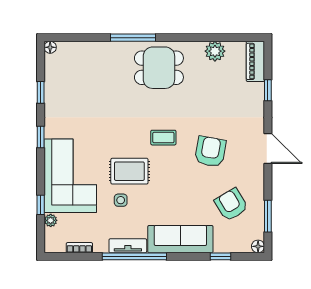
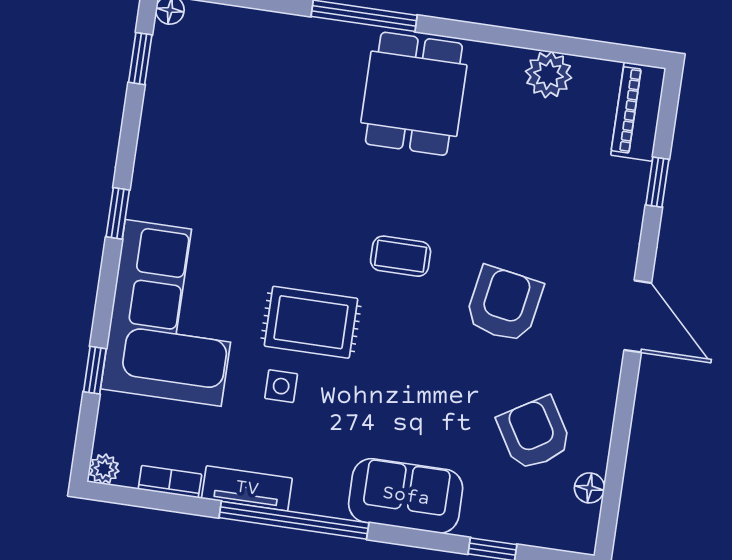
dining table: (159, 68) -> (414, 94), turned 90
window: (41, 92) -> (140, 59), moved
window: (268, 216) -> (615, 472), removed
plant: (51, 220) -> (104, 469), moved
sofa: (180, 239) -> (406, 496), width x0.73
tv unit: (128, 246) -> (247, 488), moved
floor lamp: (258, 246) -> (589, 488), moved

